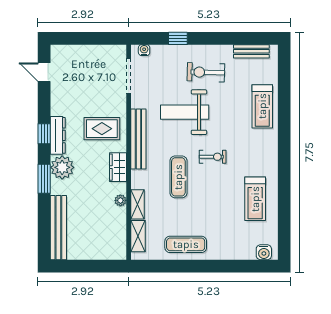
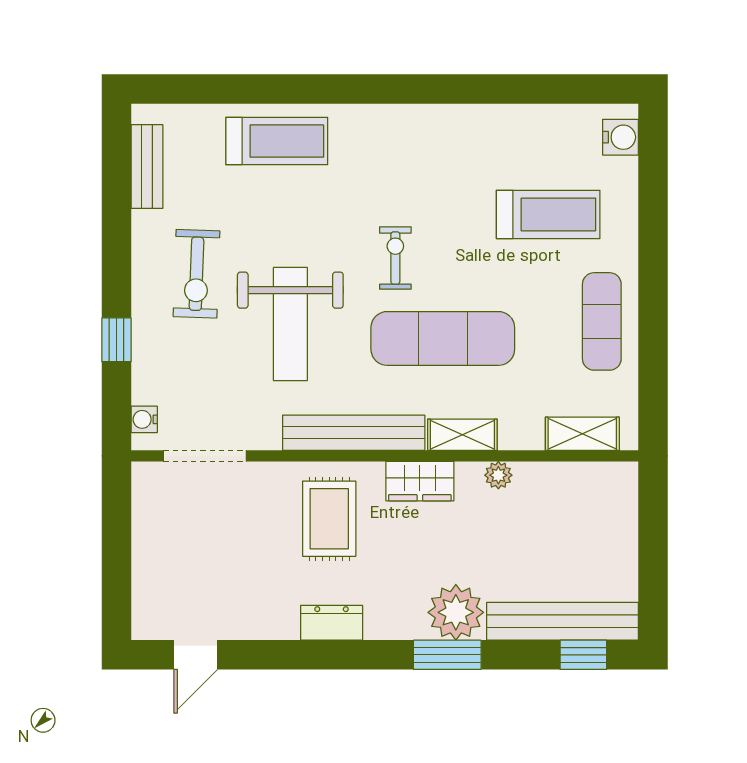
window: (44, 134) -> (583, 655), moved
dresser: (58, 135) -> (332, 623), width x0.70
plant: (62, 167) -> (456, 612), moved
exercise mat: (178, 177) -> (443, 338), width x1.36, depth x1.45
treadmill: (255, 199) -> (548, 214), moved
shelving: (138, 204) -> (462, 435), moved

